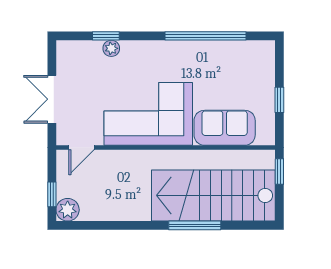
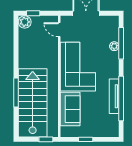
window: (106, 36) -> (121, 43), width x2.17
tv unit: (202, 49) -> (114, 96), added

